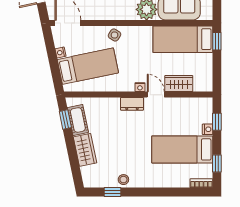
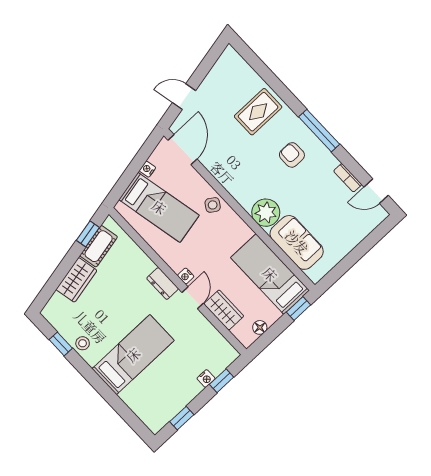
floor lamp: (207, 73) -> (260, 327), added
bed: (182, 149) -> (133, 355), moved, turned 90
bookcase: (201, 183) -> (149, 421), removed

